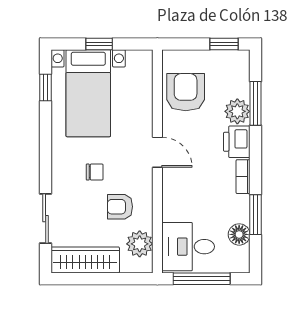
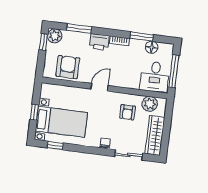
armchair: (186, 92) -> (68, 67), turned 90
plant: (237, 111) -> (55, 36), moved
chair: (95, 172) -> (105, 143), moved

